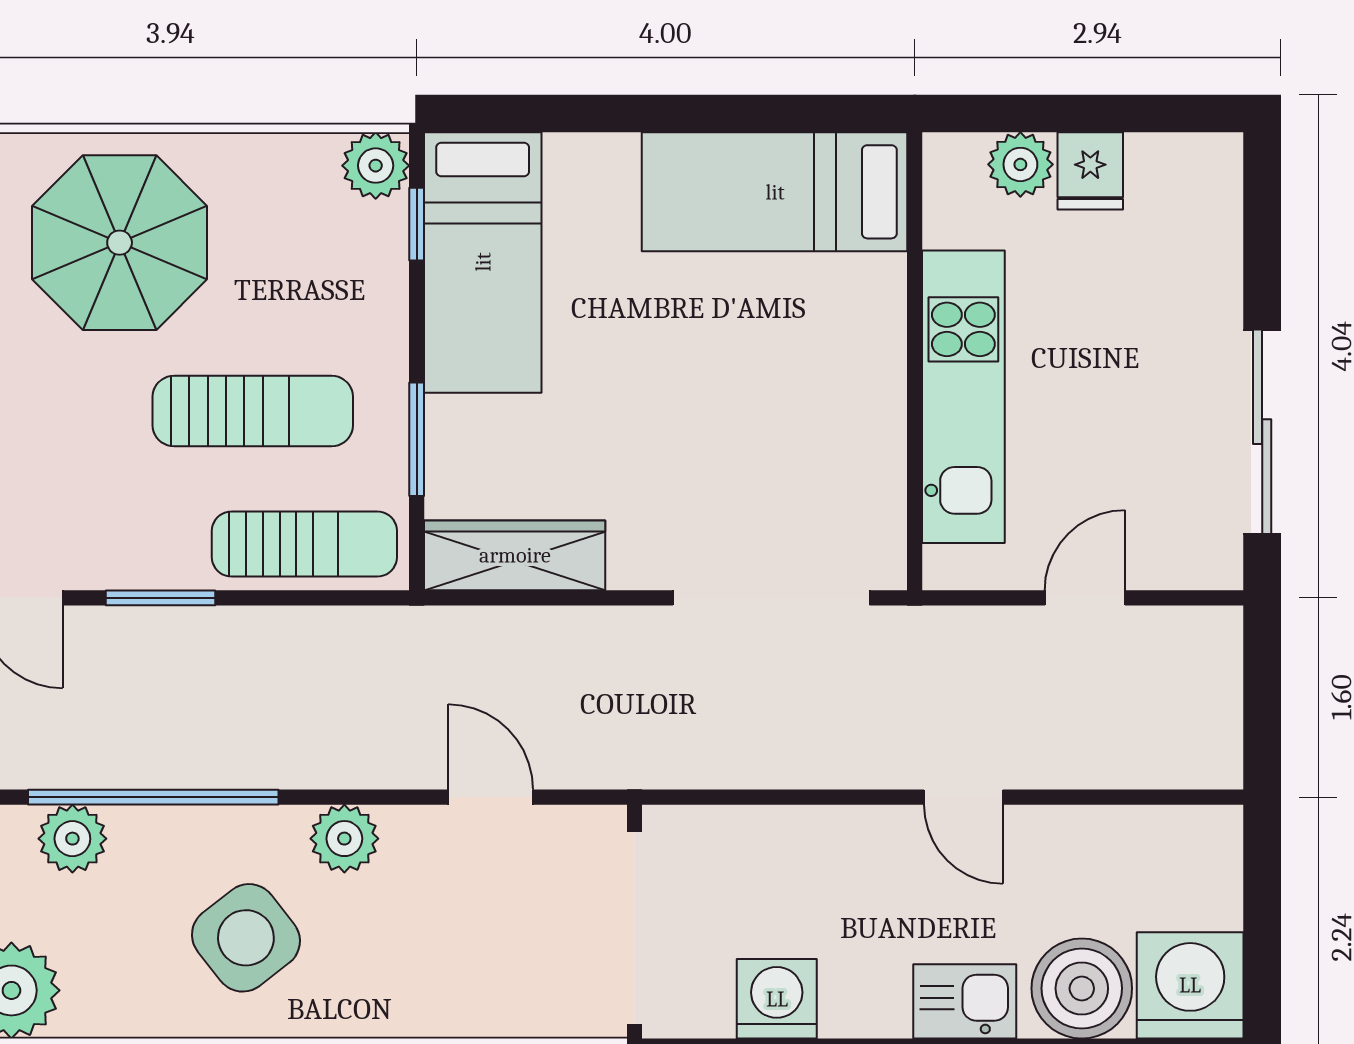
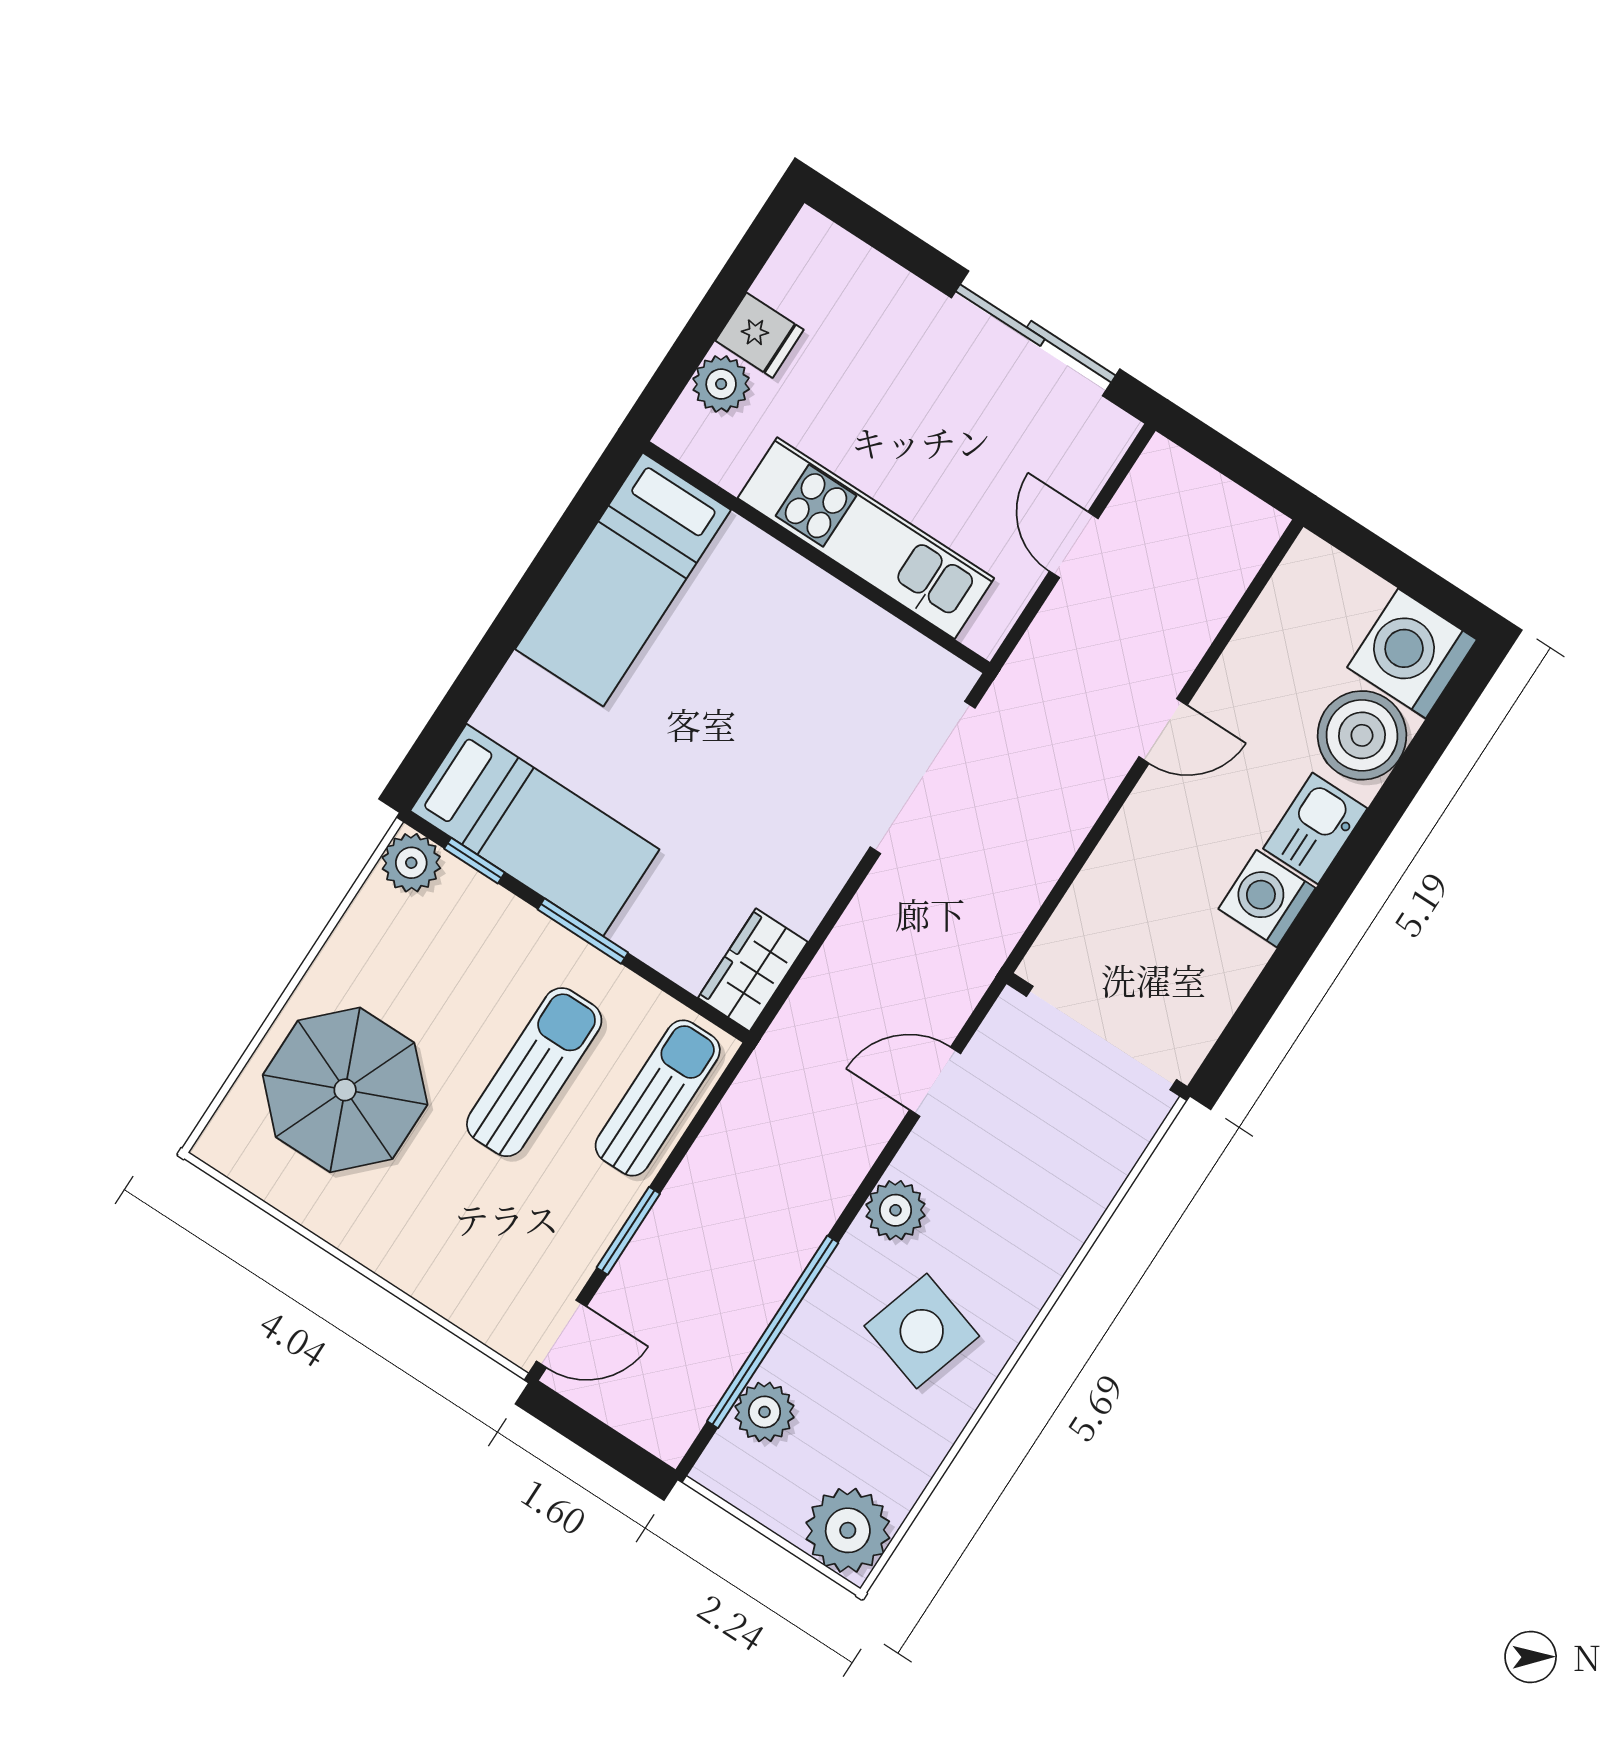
window: (417, 439) -> (583, 931), moved
wardrobe: (515, 555) -> (753, 970), width x0.67
side table: (246, 938) -> (922, 1331), turned -35
washing machine: (777, 999) -> (1267, 899), moved

